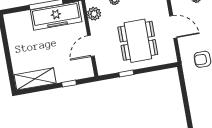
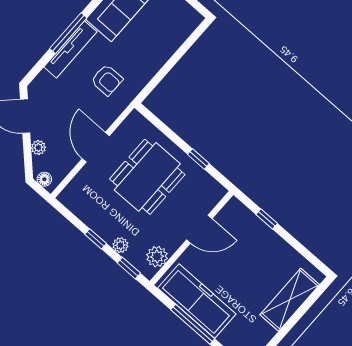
shelving: (35, 79) -> (290, 300), moved, turned 90

